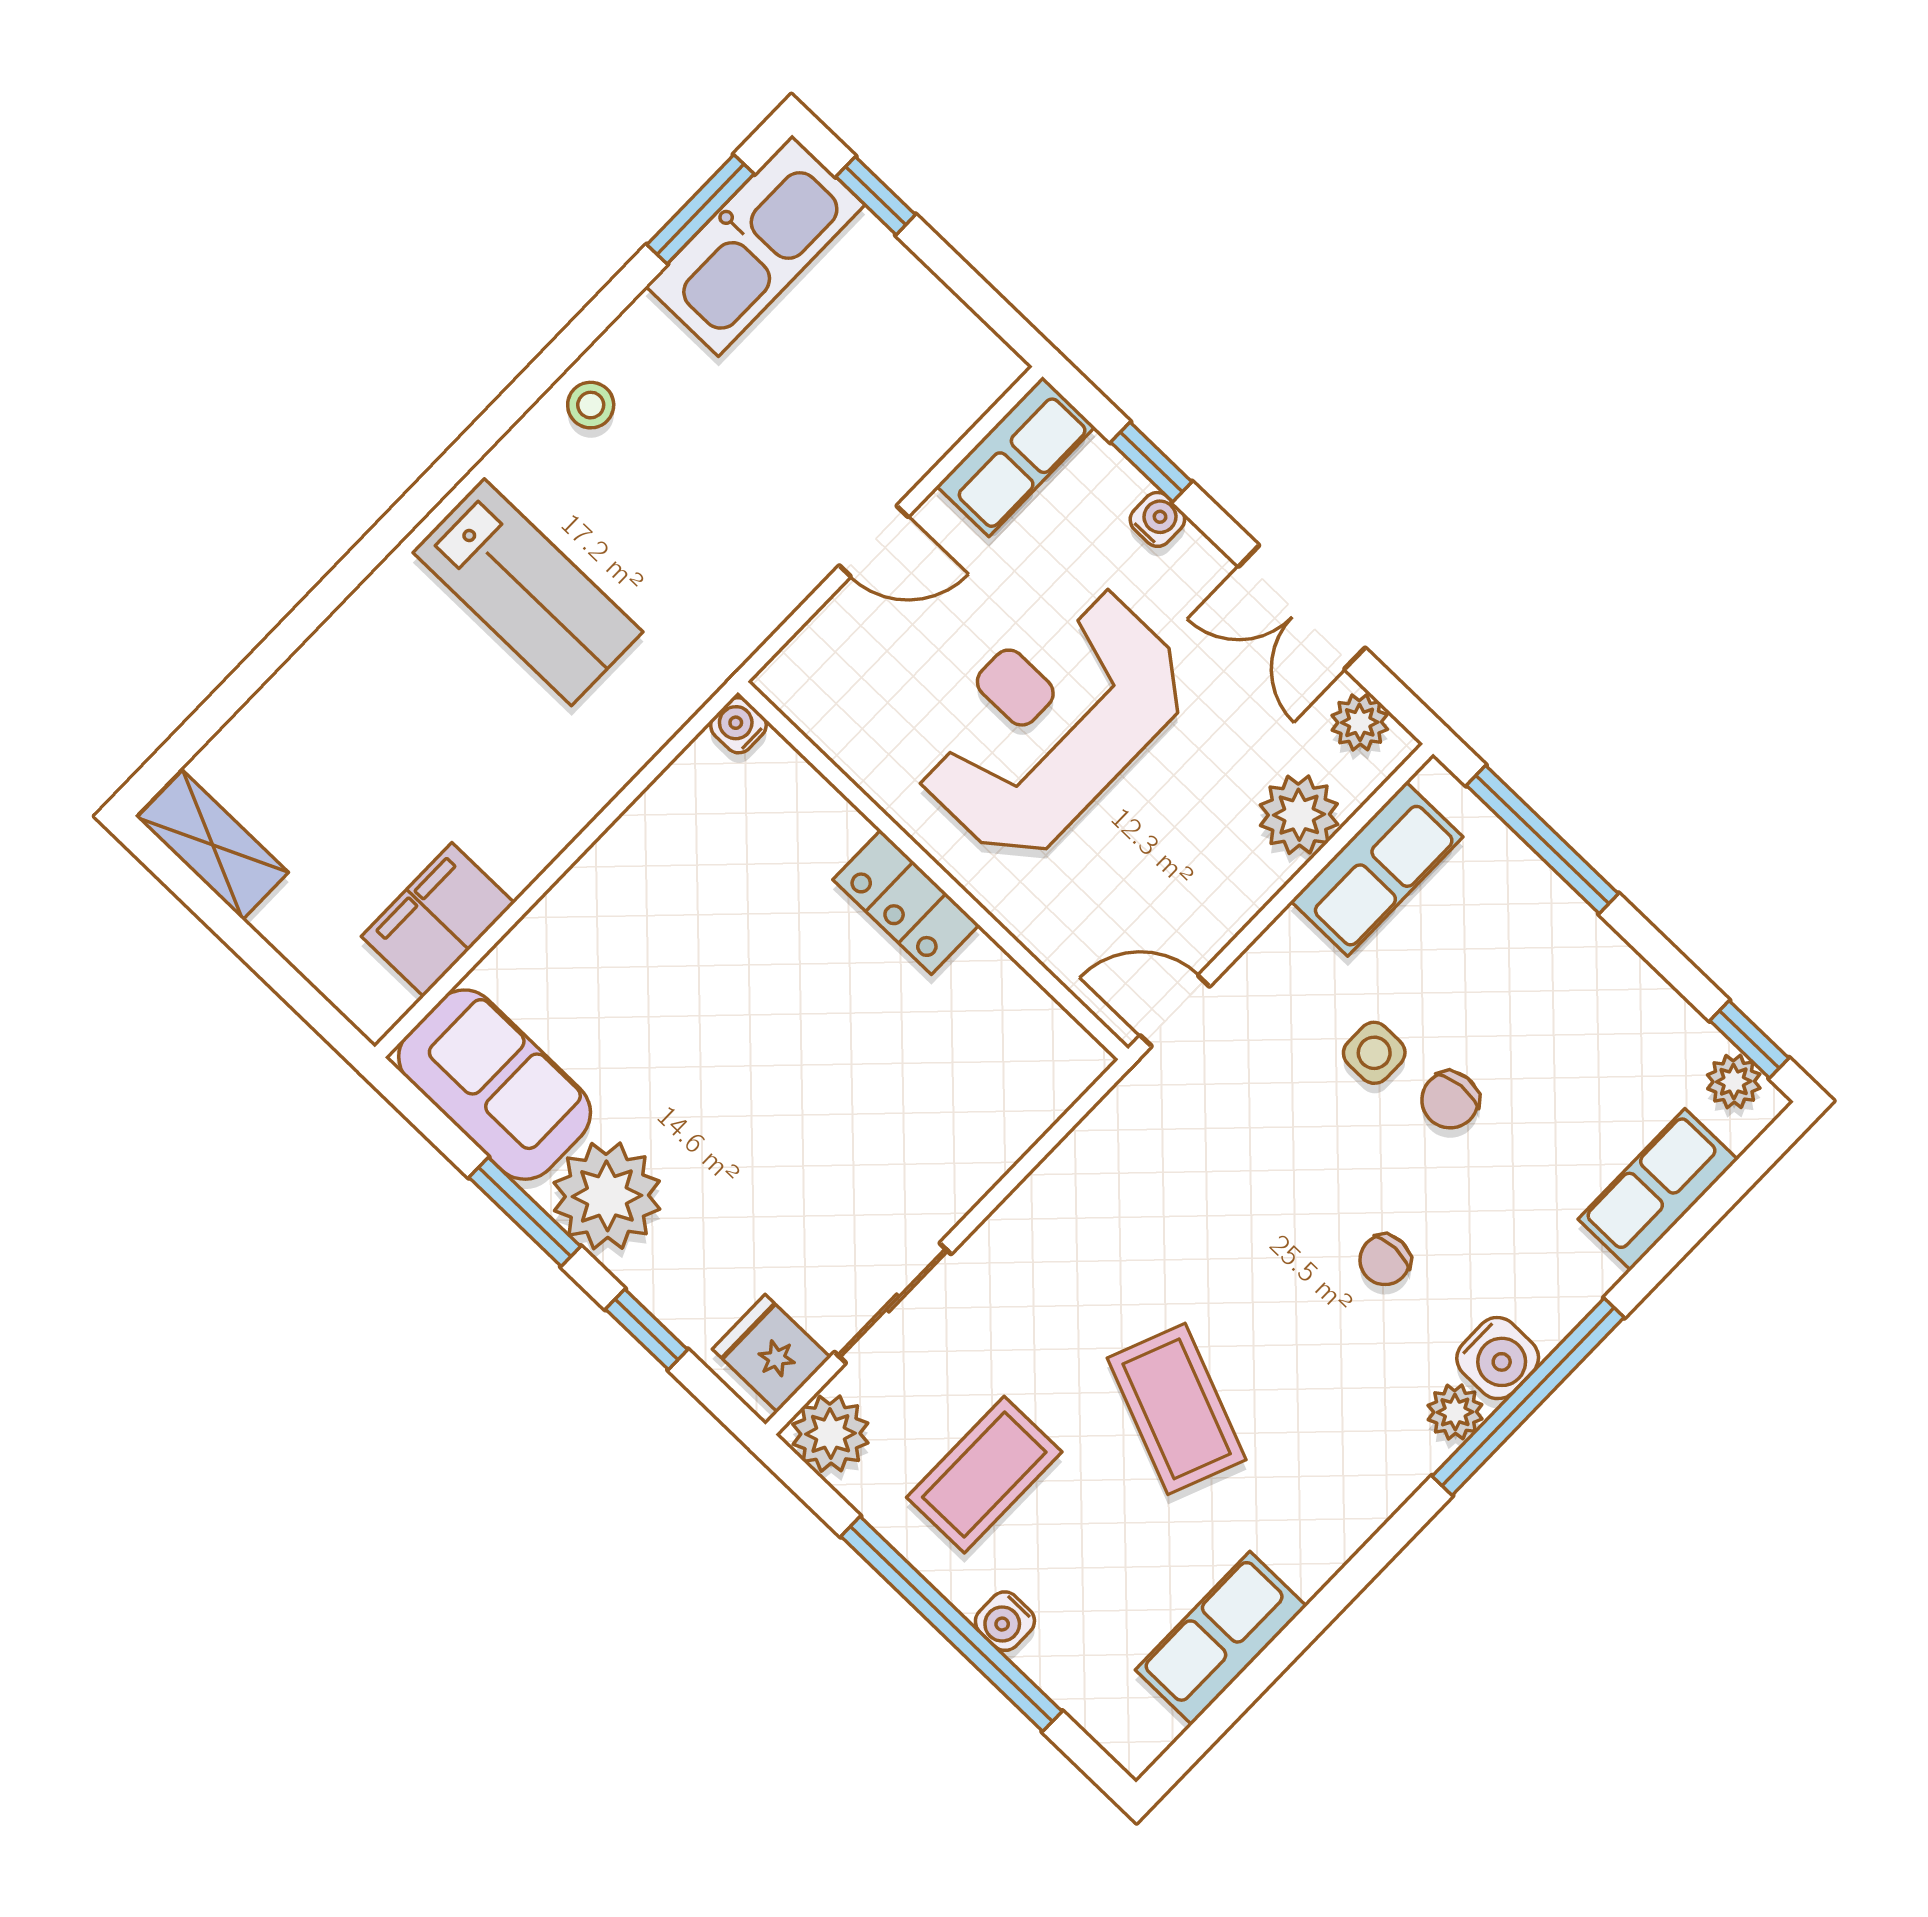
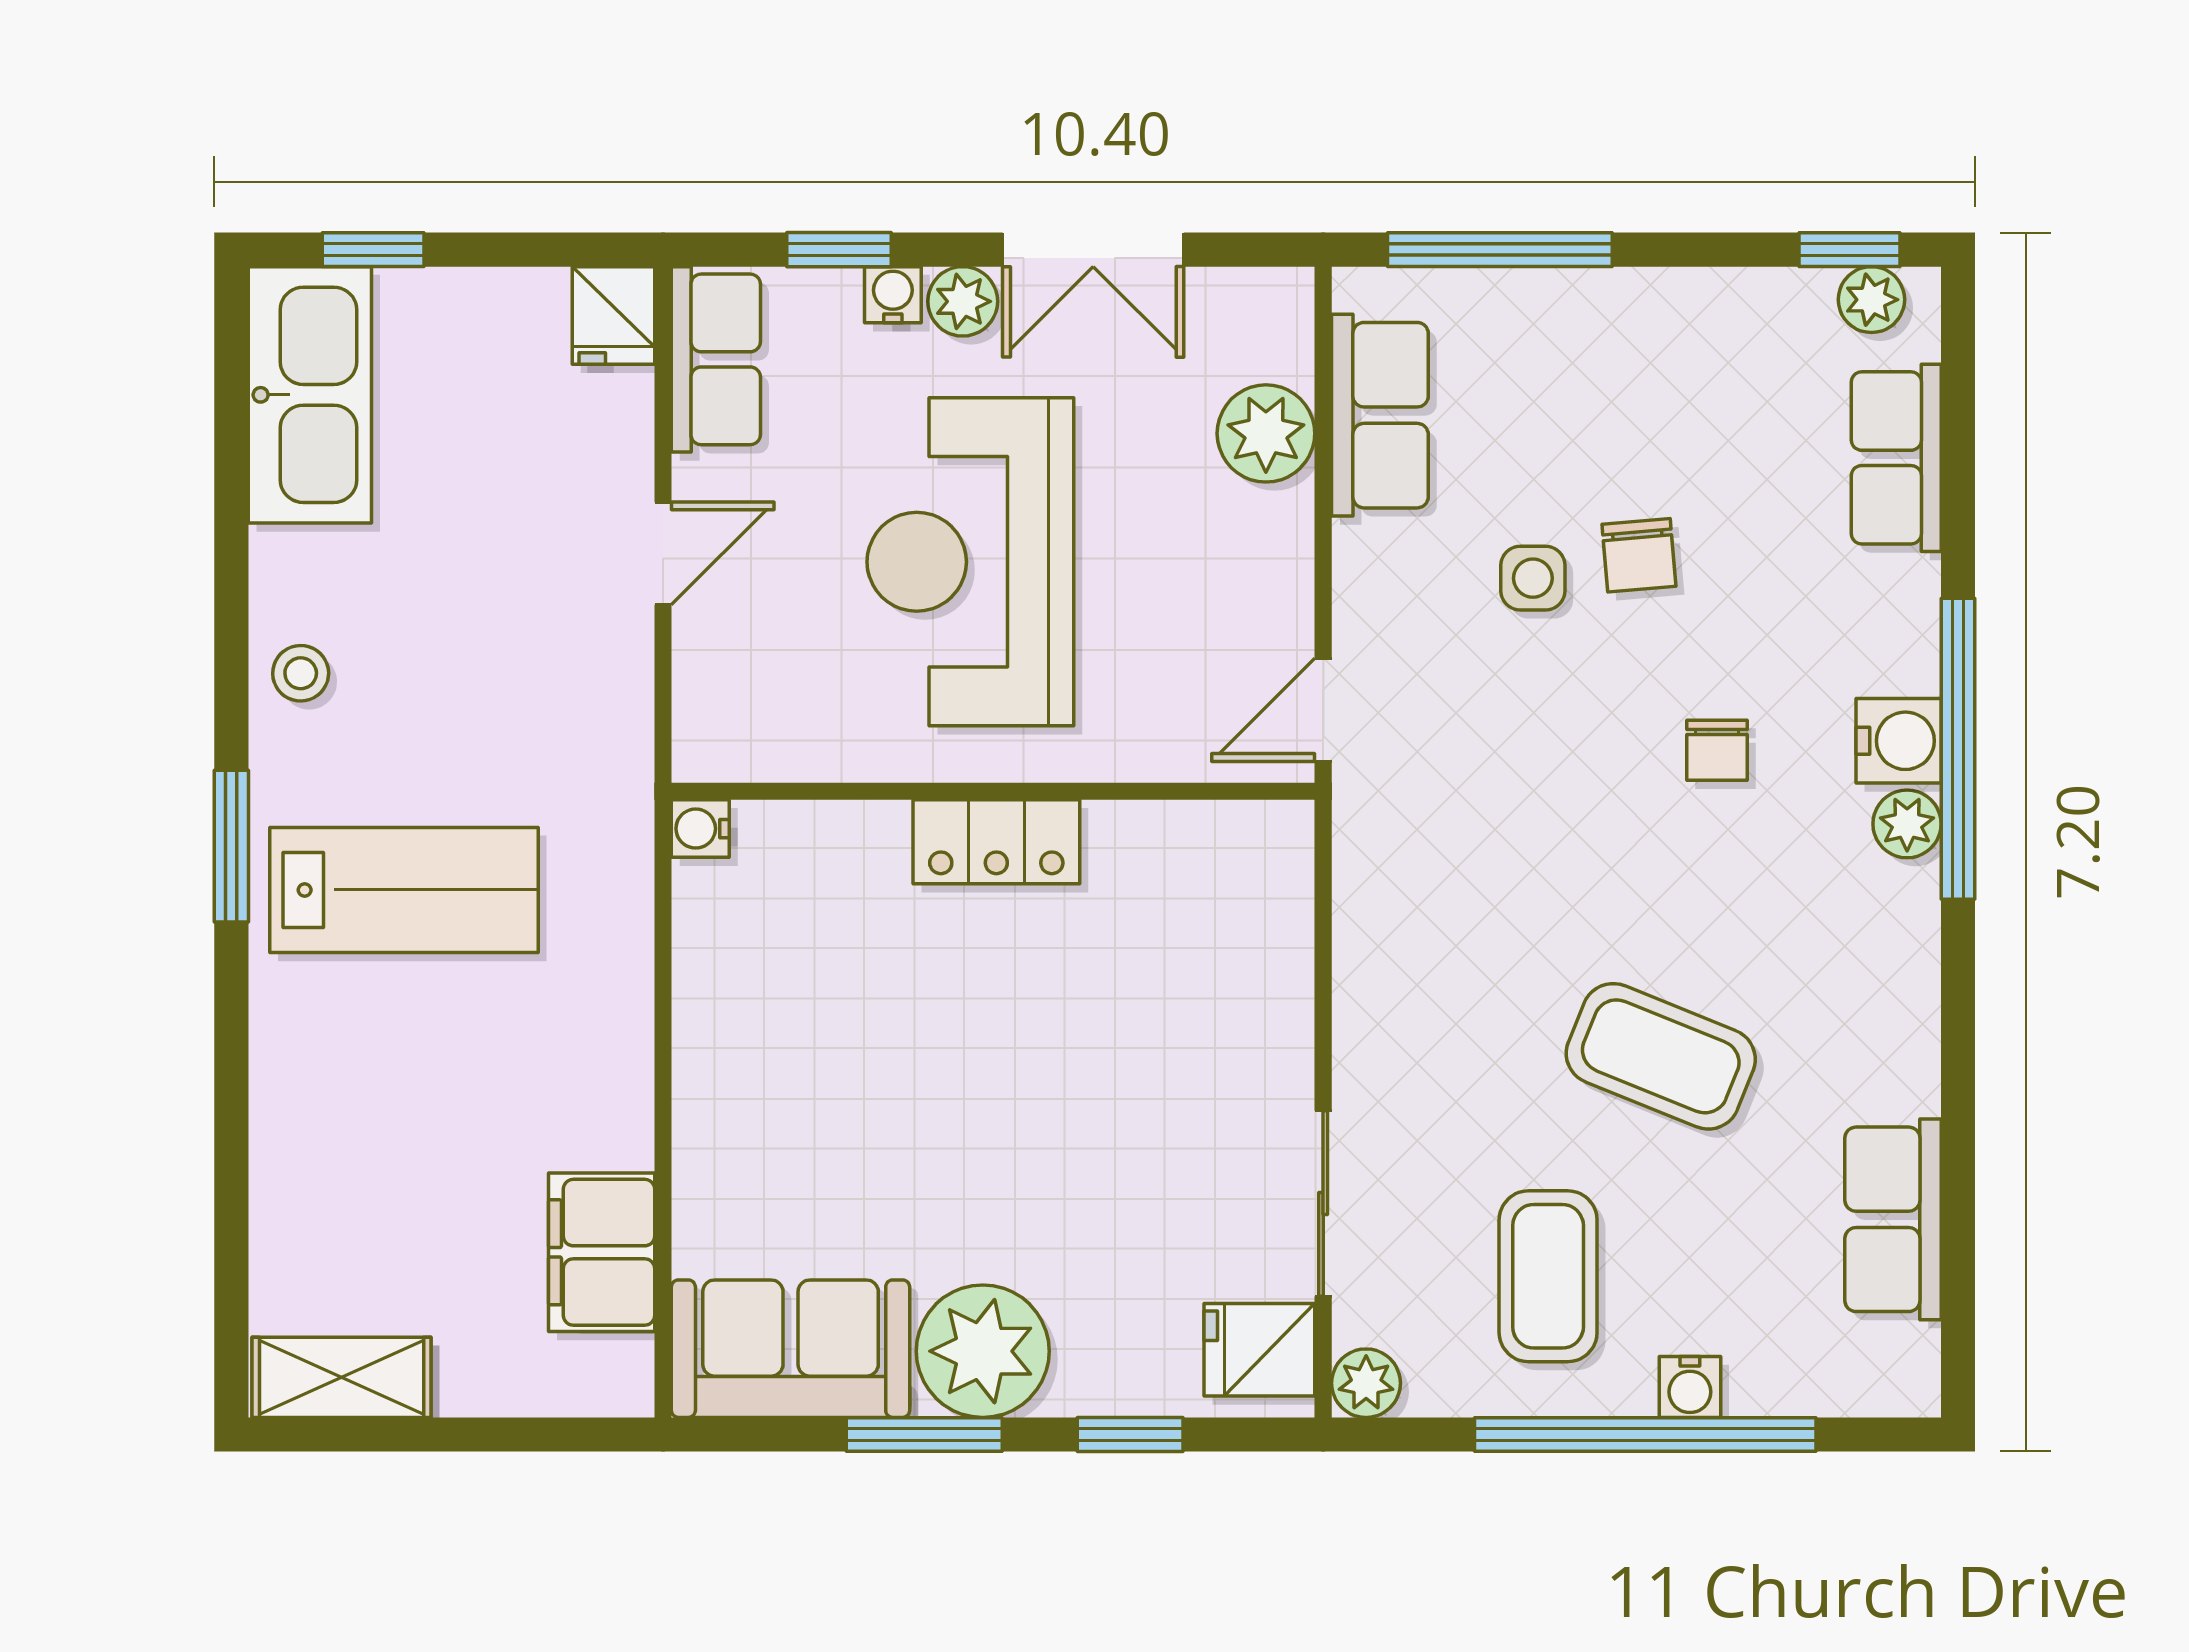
window: (700, 209) -> (231, 846), moved
fridge: (980, 372) -> (613, 315), added
plant: (1360, 722) -> (963, 301), moved
plant: (830, 1434) -> (1366, 1383), width x0.73, depth x0.73

